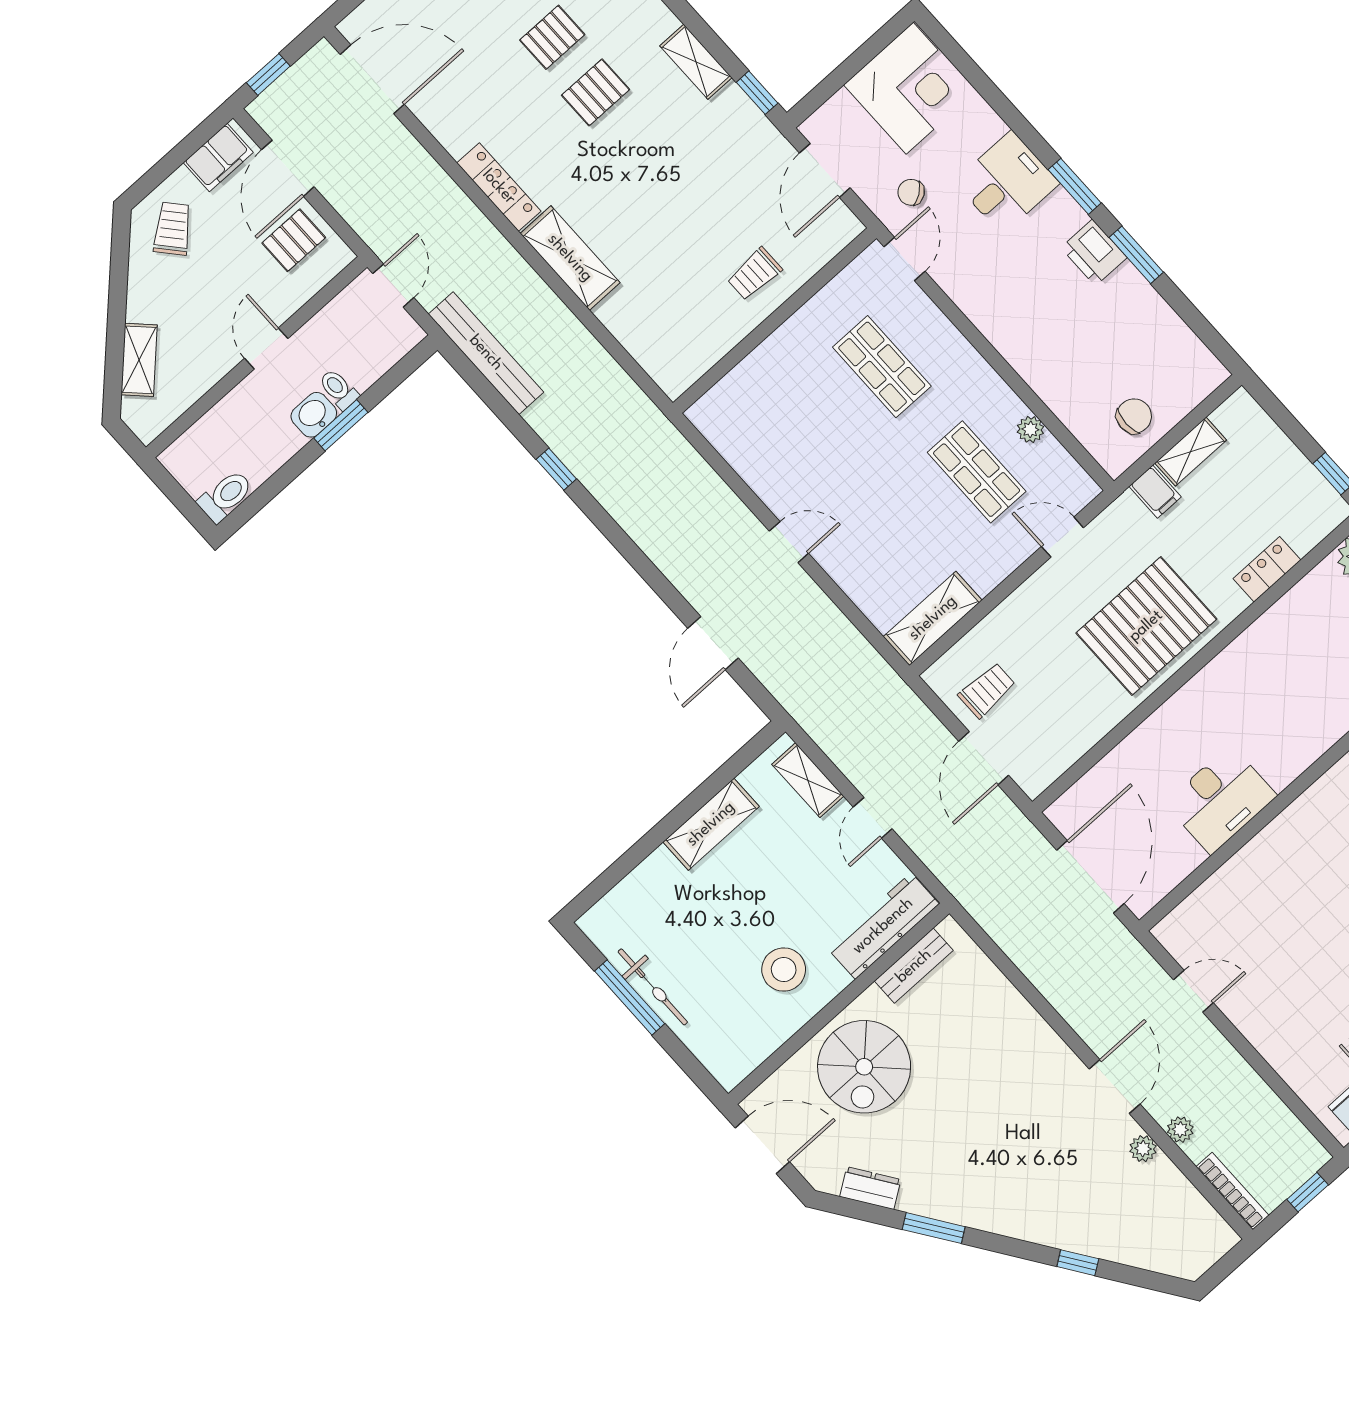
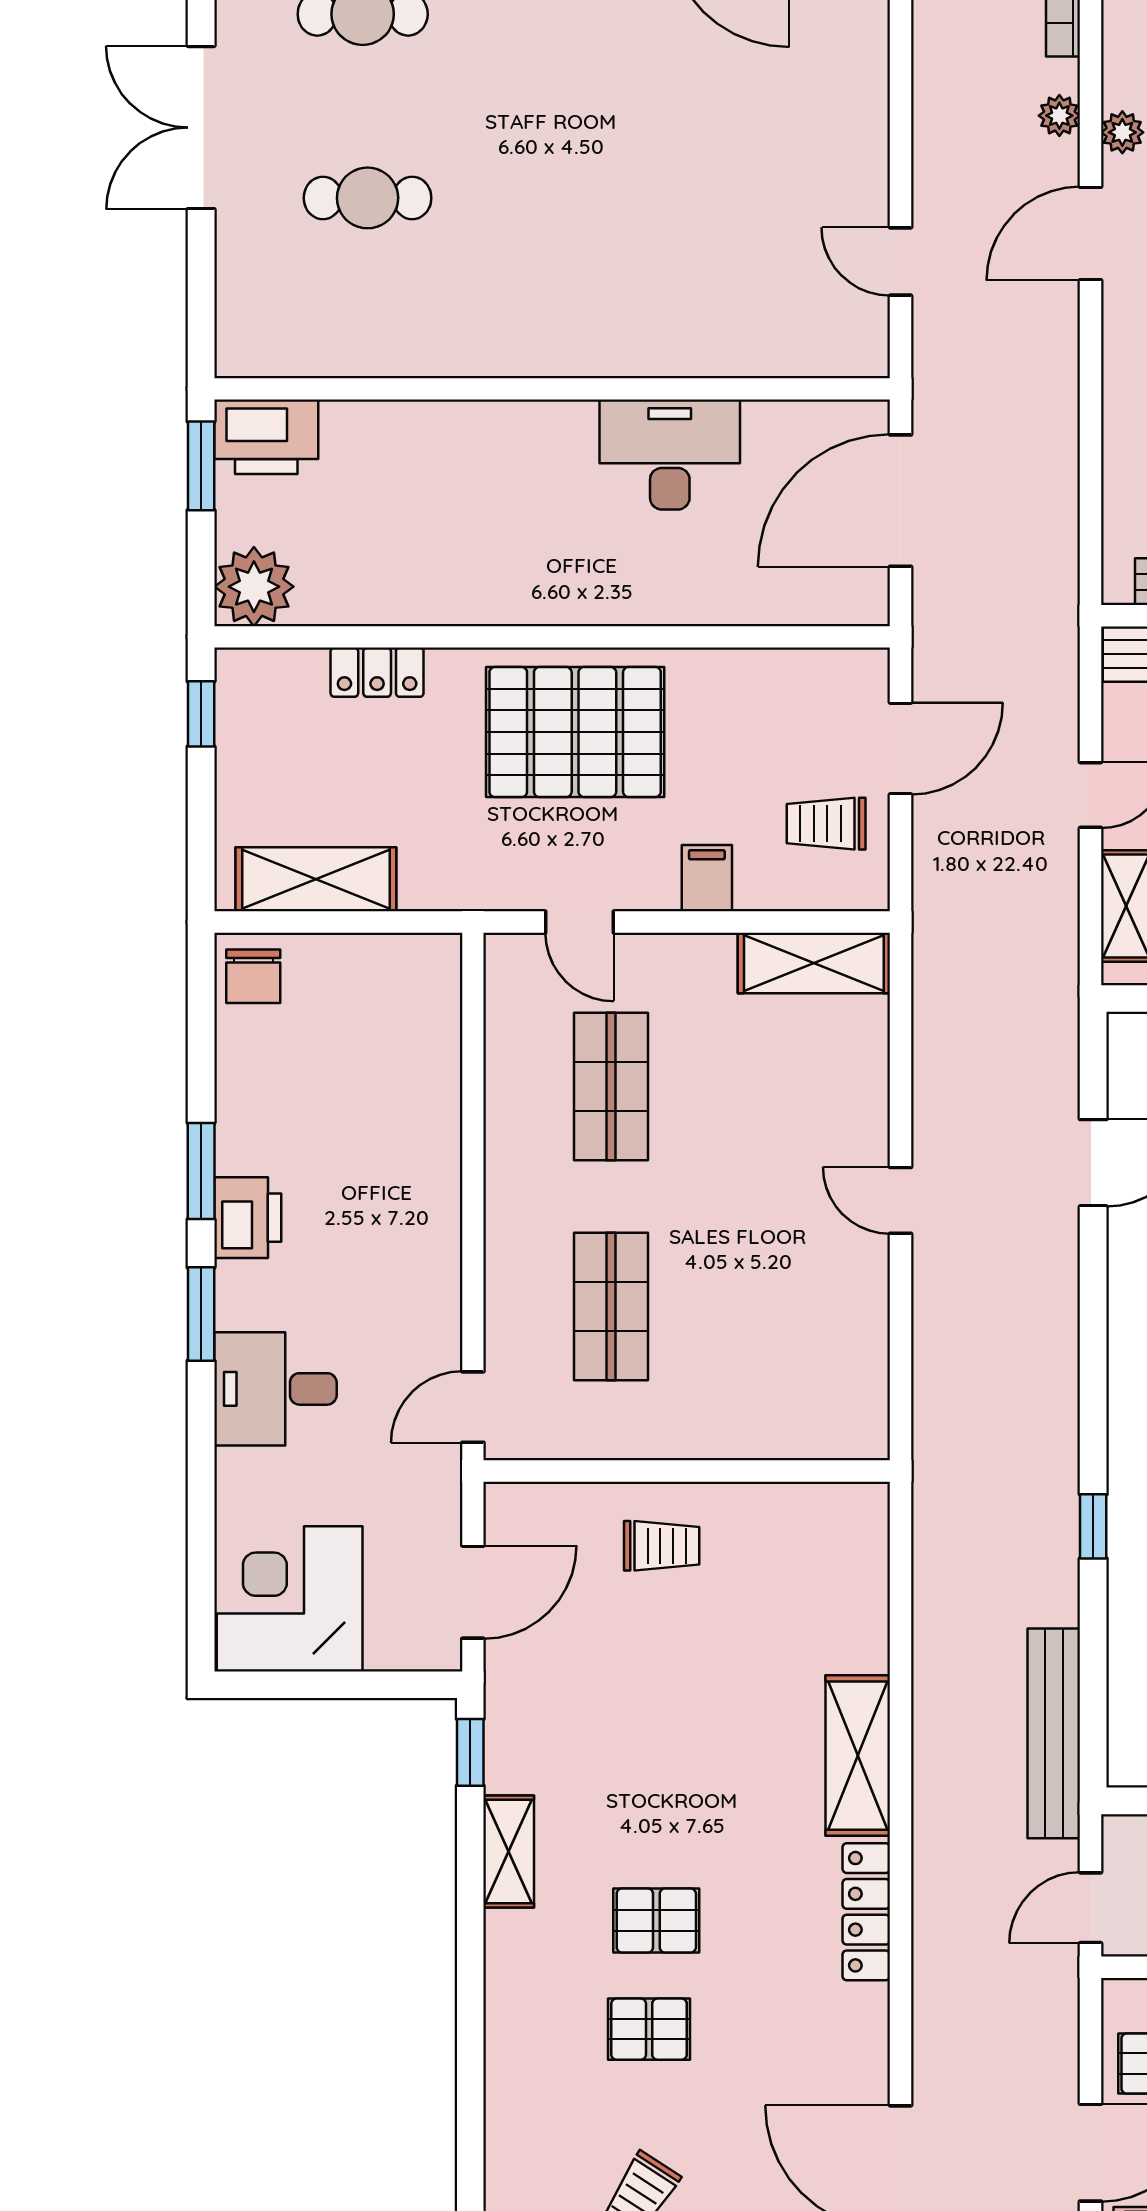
chair: (911, 192) -> (396, 1477), removed
chair: (1134, 416) -> (253, 976), moved, turned -90
plant: (1030, 429) -> (505, 1079), removed
shelving: (1191, 452) -> (316, 879), width x1.50, depth x1.33
filing cabinet: (1155, 492) -> (707, 878), moved

